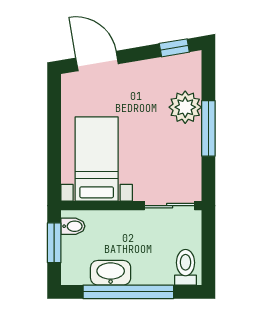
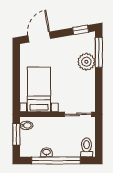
door: (97, 61) -> (39, 37), hinge flipped
window: (208, 128) -> (99, 52), moved
washbasin: (111, 273) -> (46, 152), width x0.52, depth x0.69

